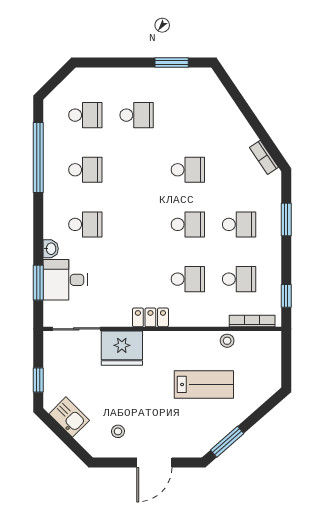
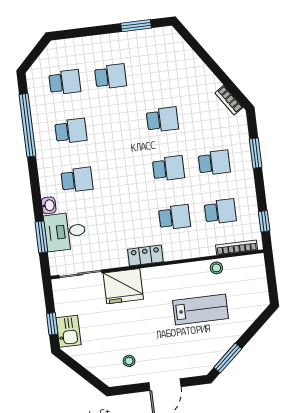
kitchen sink: (69, 417) -> (69, 331), moved, turned 45

